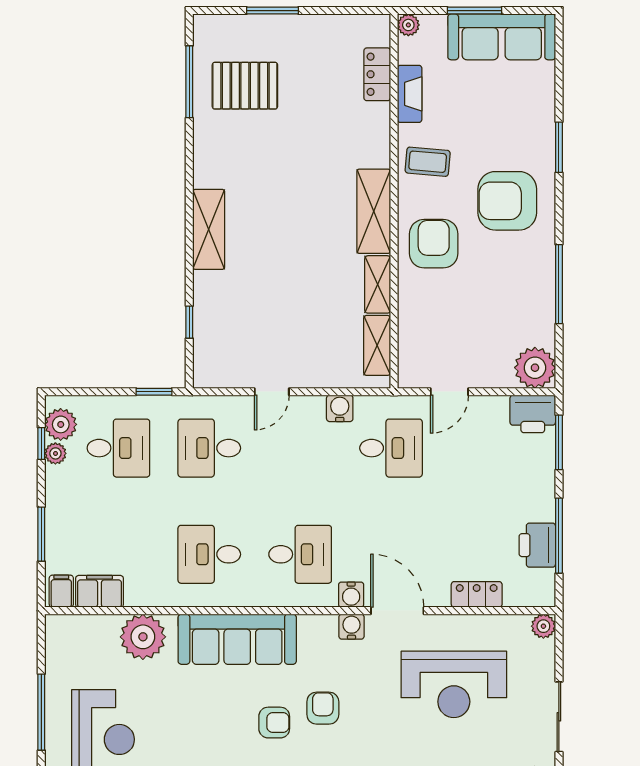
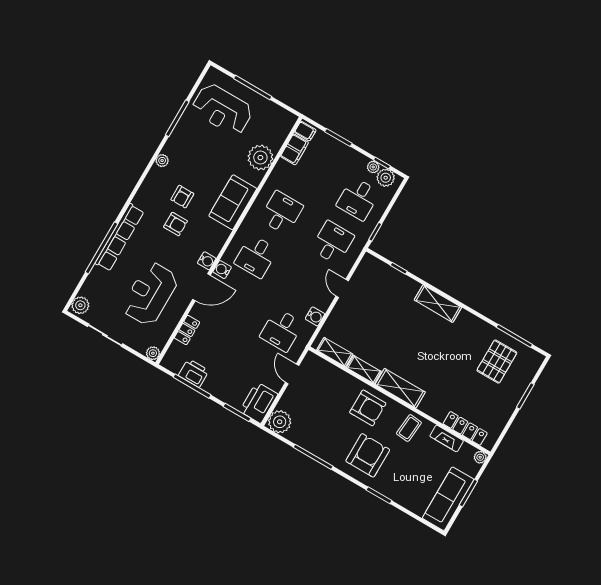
locker: (377, 74) -> (465, 428), width x1.53
printer: (533, 414) -> (259, 403), width x1.37, depth x1.19
sofa: (237, 639) -> (233, 202), width x0.73

